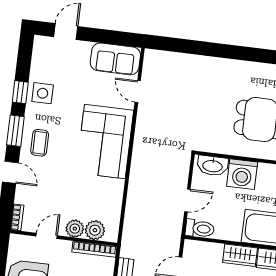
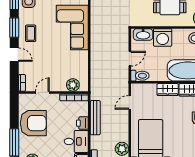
plant: (75, 229) -> (60, 85), removed

